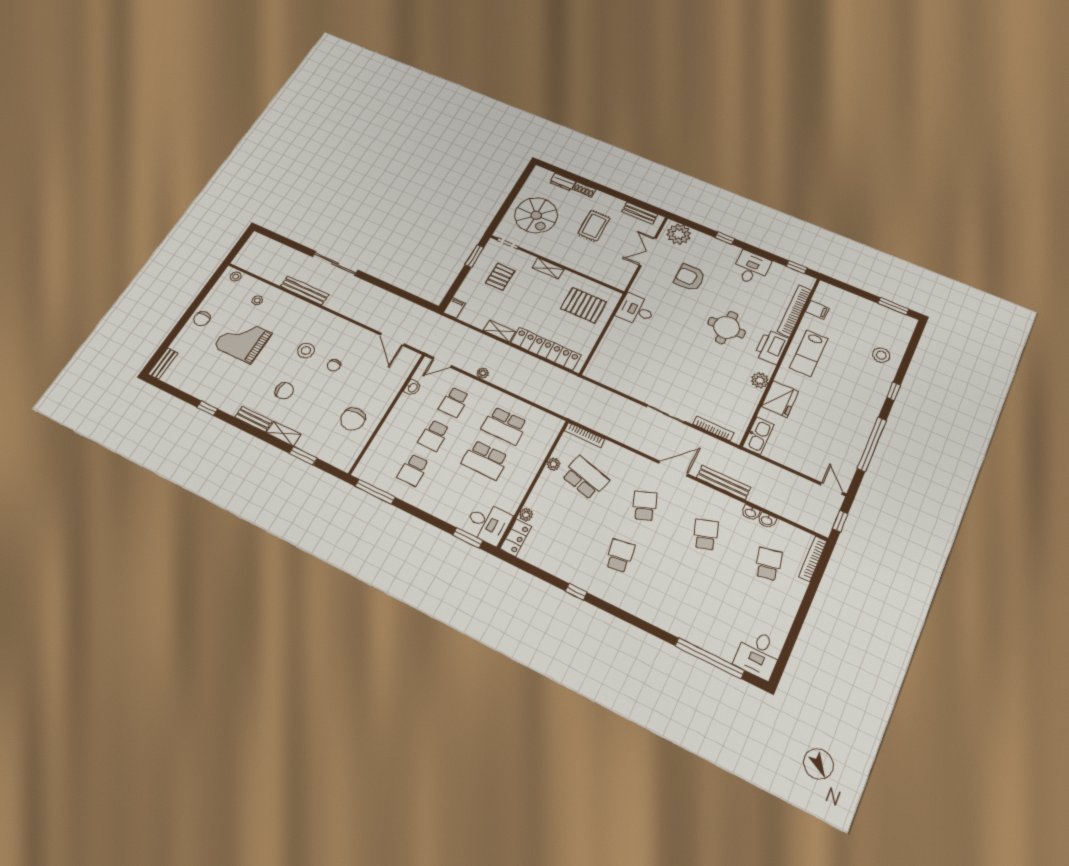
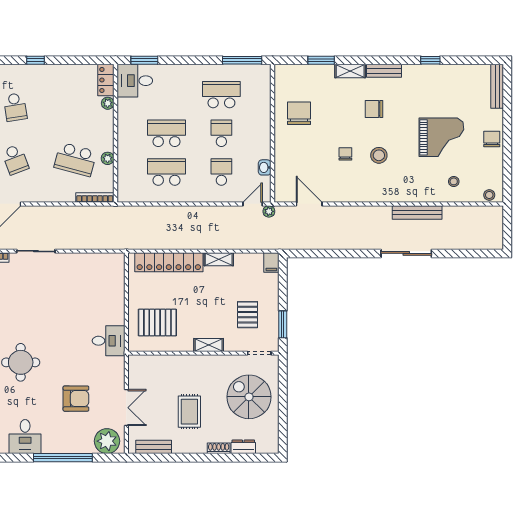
window: (725, 238) -> (63, 458), width x3.17
bench: (163, 363) -> (497, 86), width x1.36
plant: (483, 373) -> (269, 211), moved
school desk: (413, 470) -> (221, 95), width x1.85

